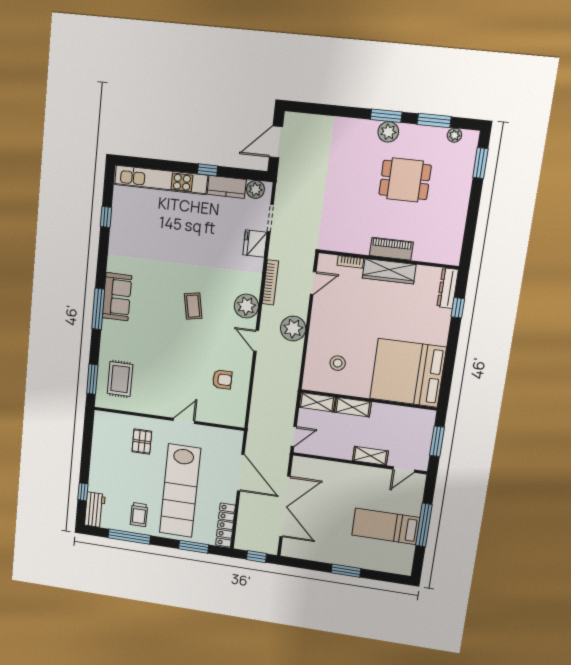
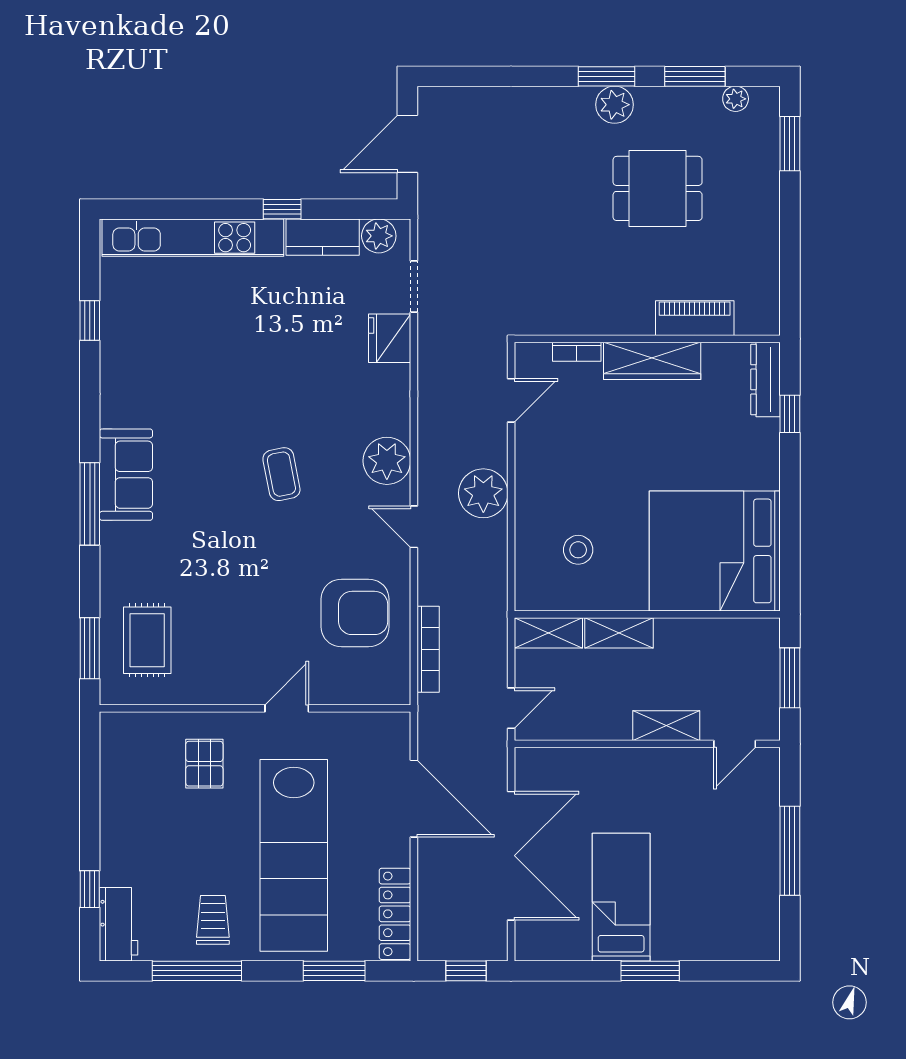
piano: (391, 249) -> (695, 318), moved
bookcase: (270, 282) -> (428, 649), moved
armchair: (222, 379) -> (355, 613), width x1.88, depth x1.88
trolley: (139, 515) -> (213, 920), turned 180
bed: (386, 526) -> (621, 897), moved, turned 90

